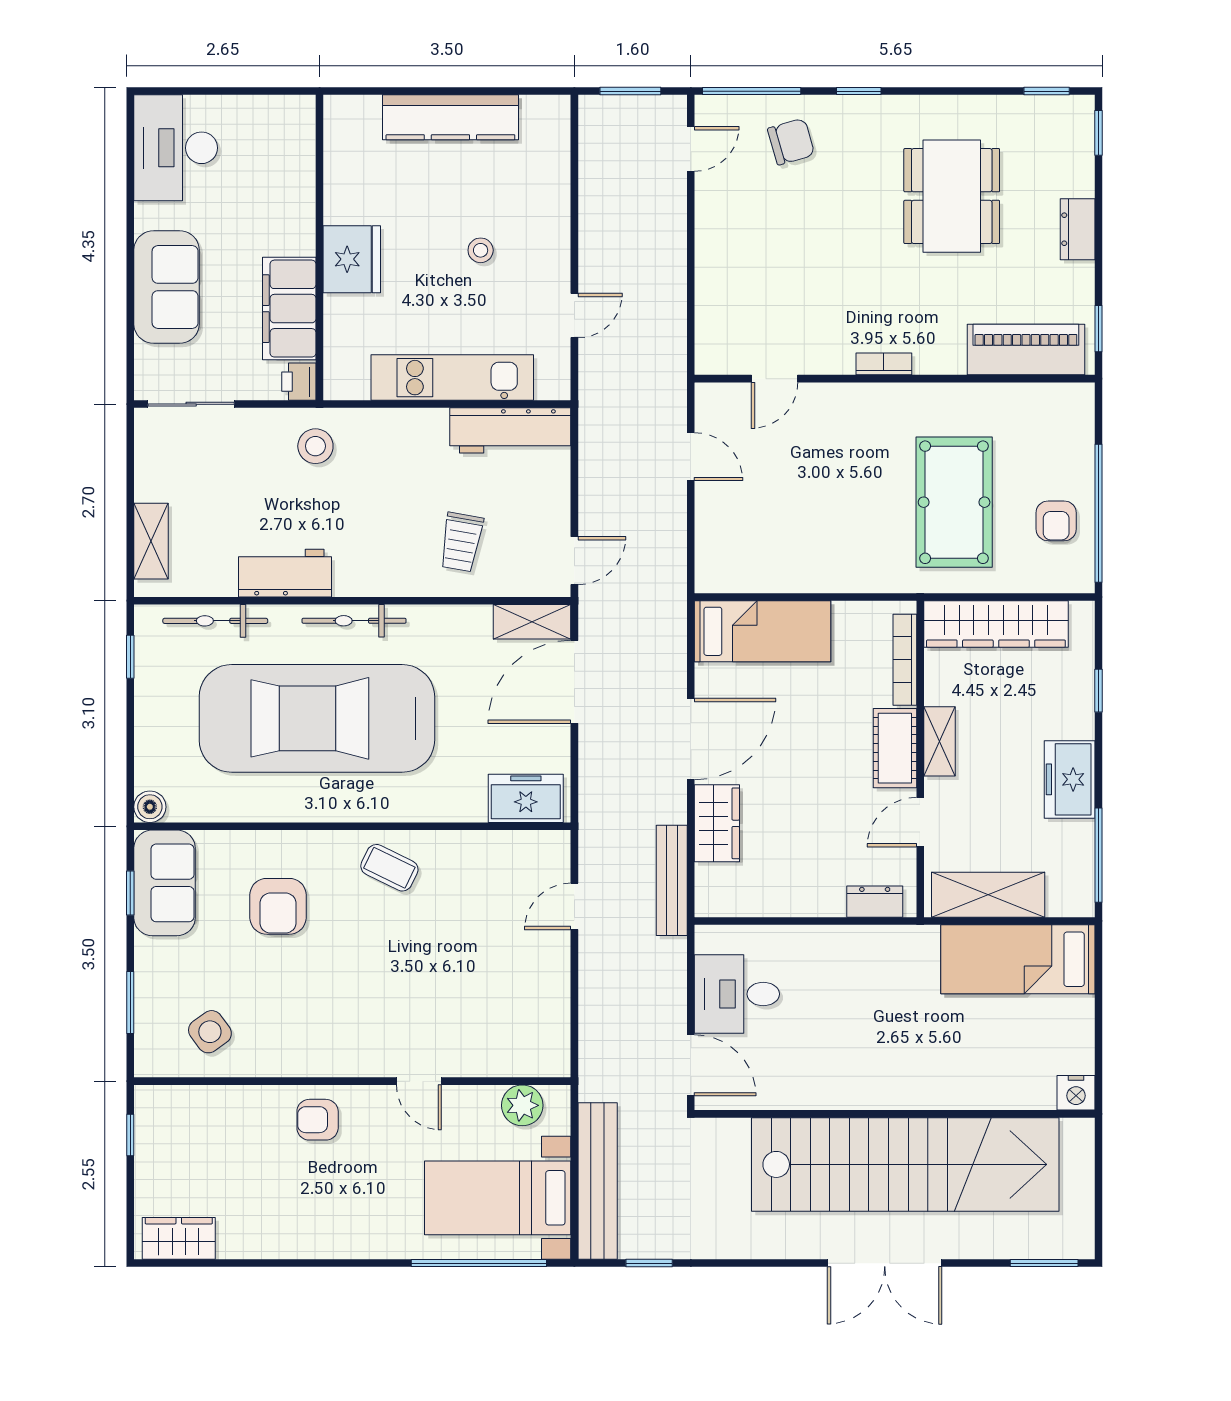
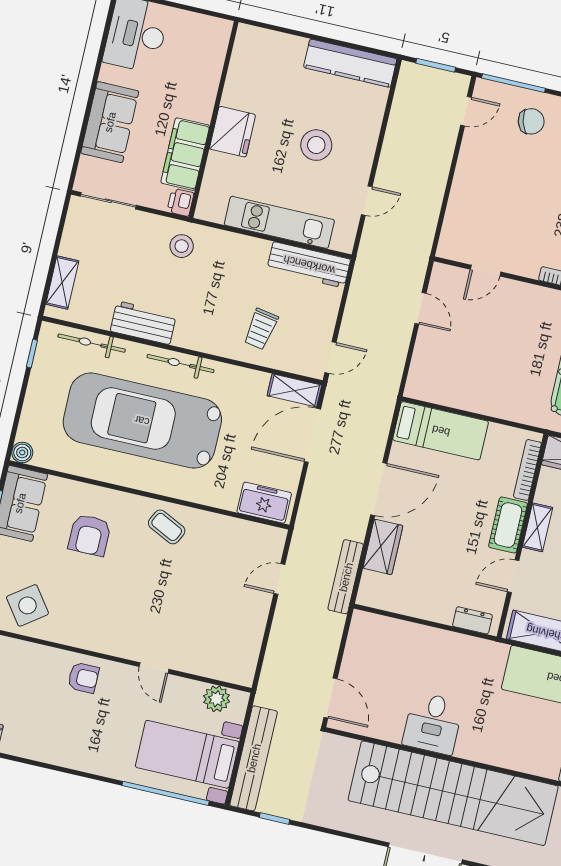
kitchen counter: (450, 117) -> (350, 63), moved
stool: (481, 250) -> (316, 145), width x1.89, depth x1.89
desk: (737, 994) -> (433, 723), moved, turned -90
side table: (210, 1032) -> (27, 605), width x1.37, depth x1.37
armchair: (318, 1120) -> (83, 678), turned 180

